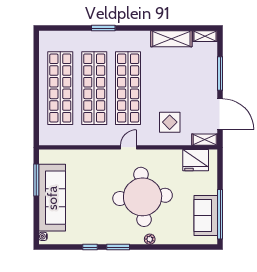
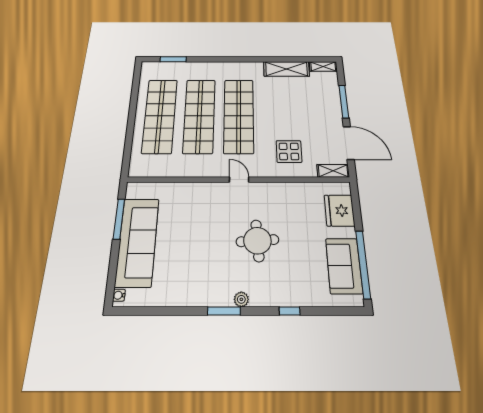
window: (103, 28) -> (173, 59), moved
door: (129, 147) -> (239, 180), hinge flipped
fridge: (196, 160) -> (339, 211), moved, turned 90
round table: (143, 197) -> (257, 241), width x0.54, depth x0.54
plant: (150, 239) -> (241, 299), moved
window: (90, 247) -> (290, 311), moved

